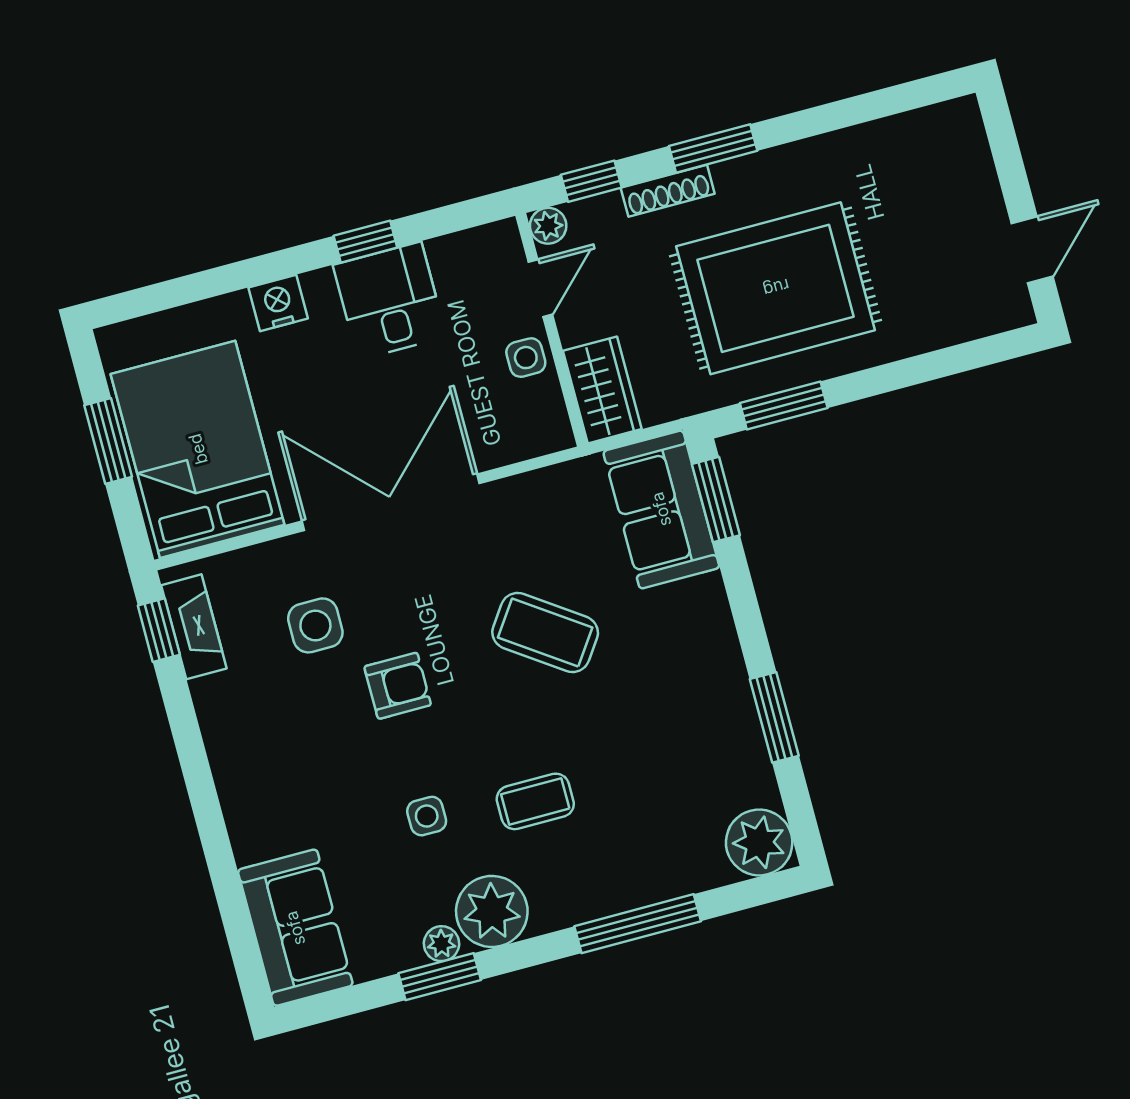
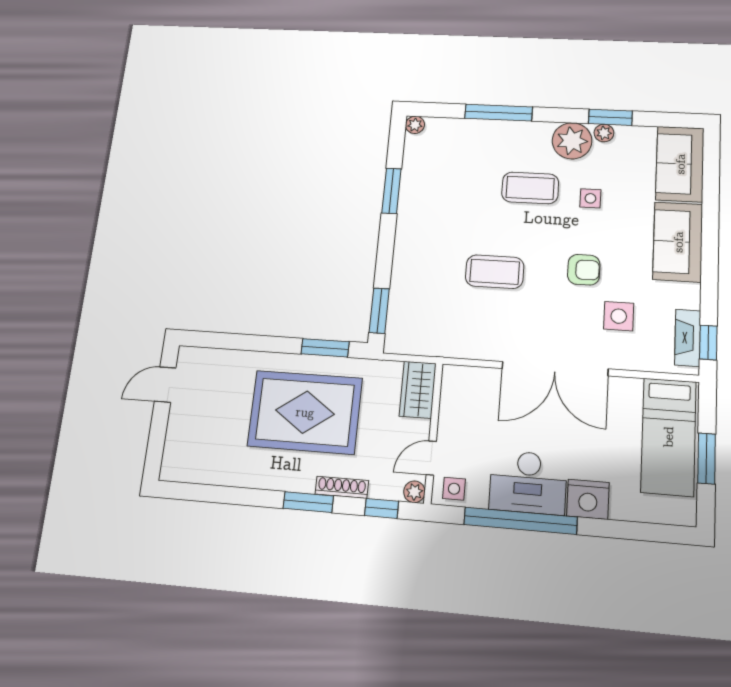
window: (365, 242) -> (520, 521), width x3.17
desk: (390, 301) -> (528, 482), width x1.37
nightstand: (278, 303) -> (588, 499), width x1.36, depth x1.33
side table: (526, 358) -> (454, 489), moved
bed: (198, 449) -> (668, 437), width x0.67
sofa: (661, 509) -> (678, 242), moved, turned 180
coffee table: (545, 632) -> (495, 272), turned -35
armchair: (398, 686) -> (584, 270), turned 180
coffee table: (535, 801) -> (530, 188), width x1.36, depth x1.30
plant: (759, 842) -> (415, 125), width x0.53, depth x0.53

